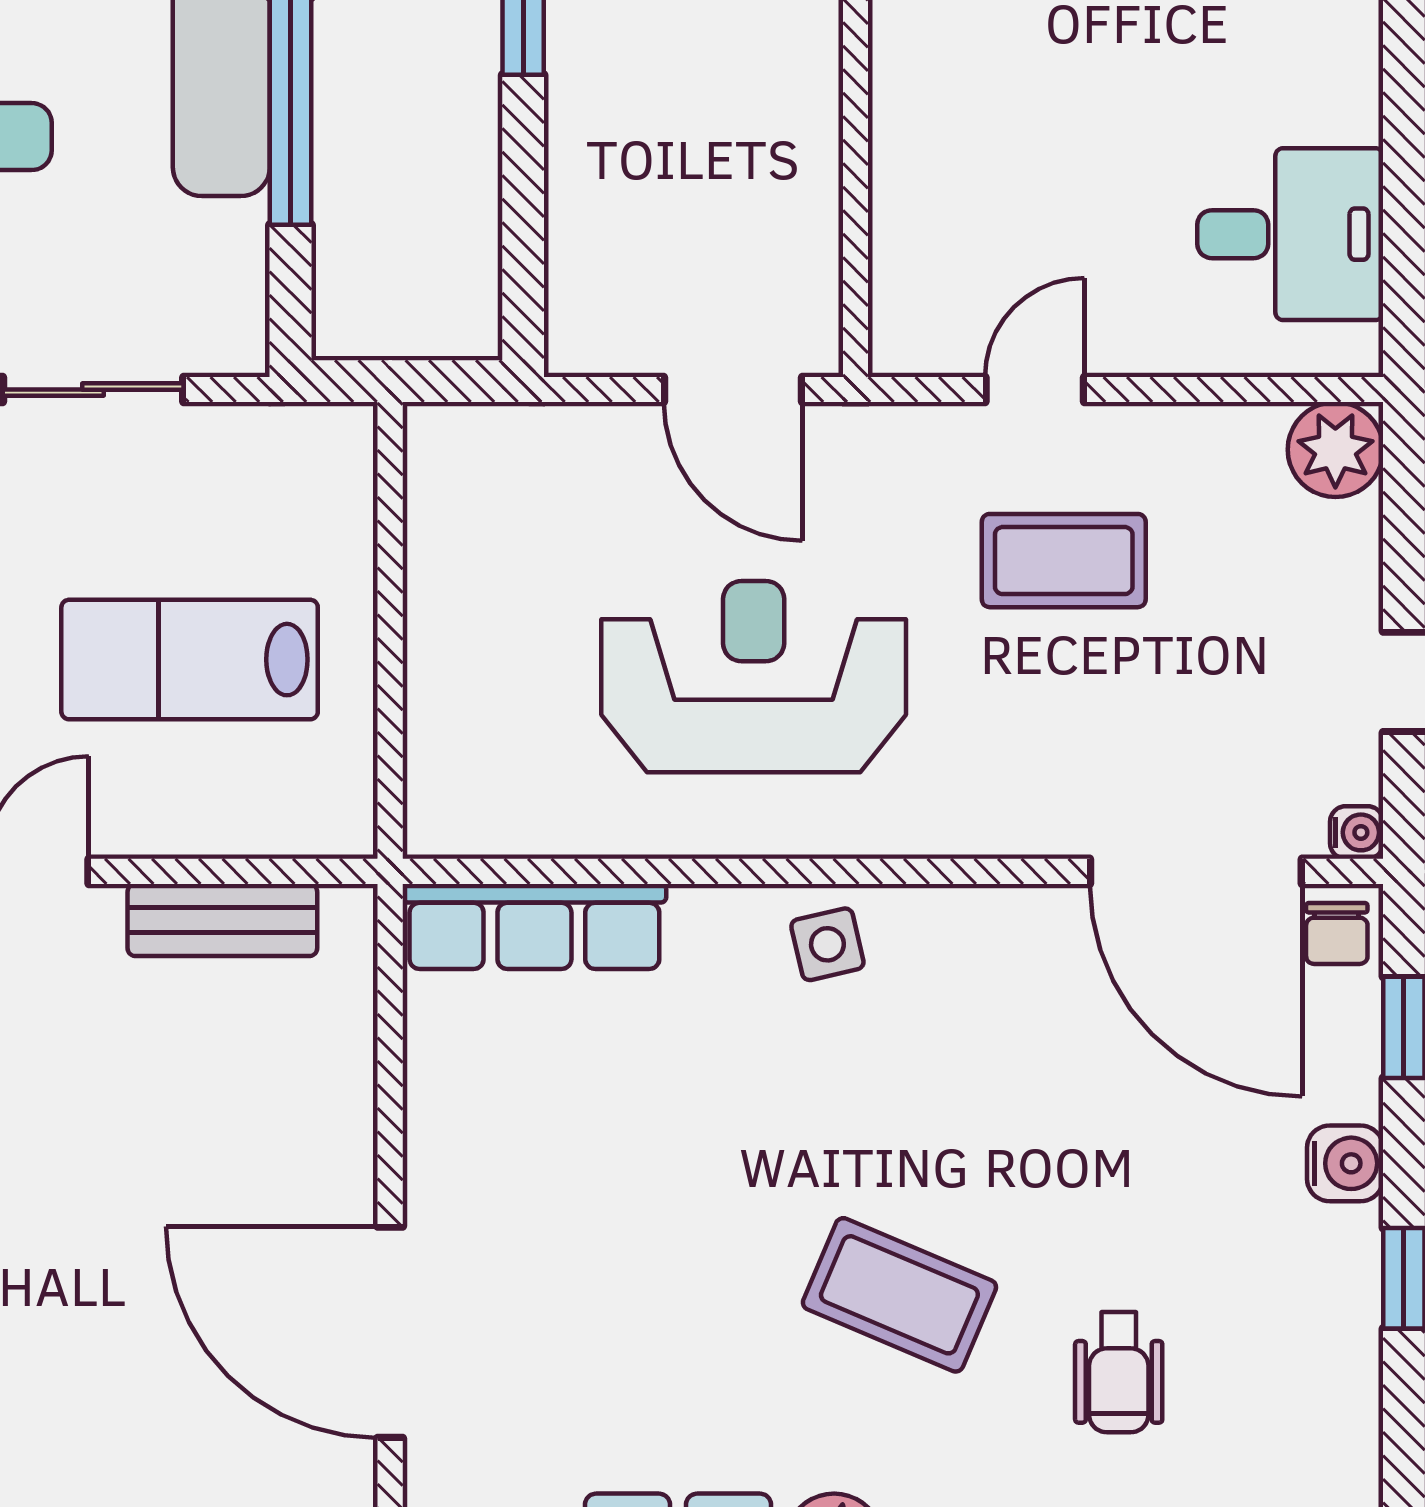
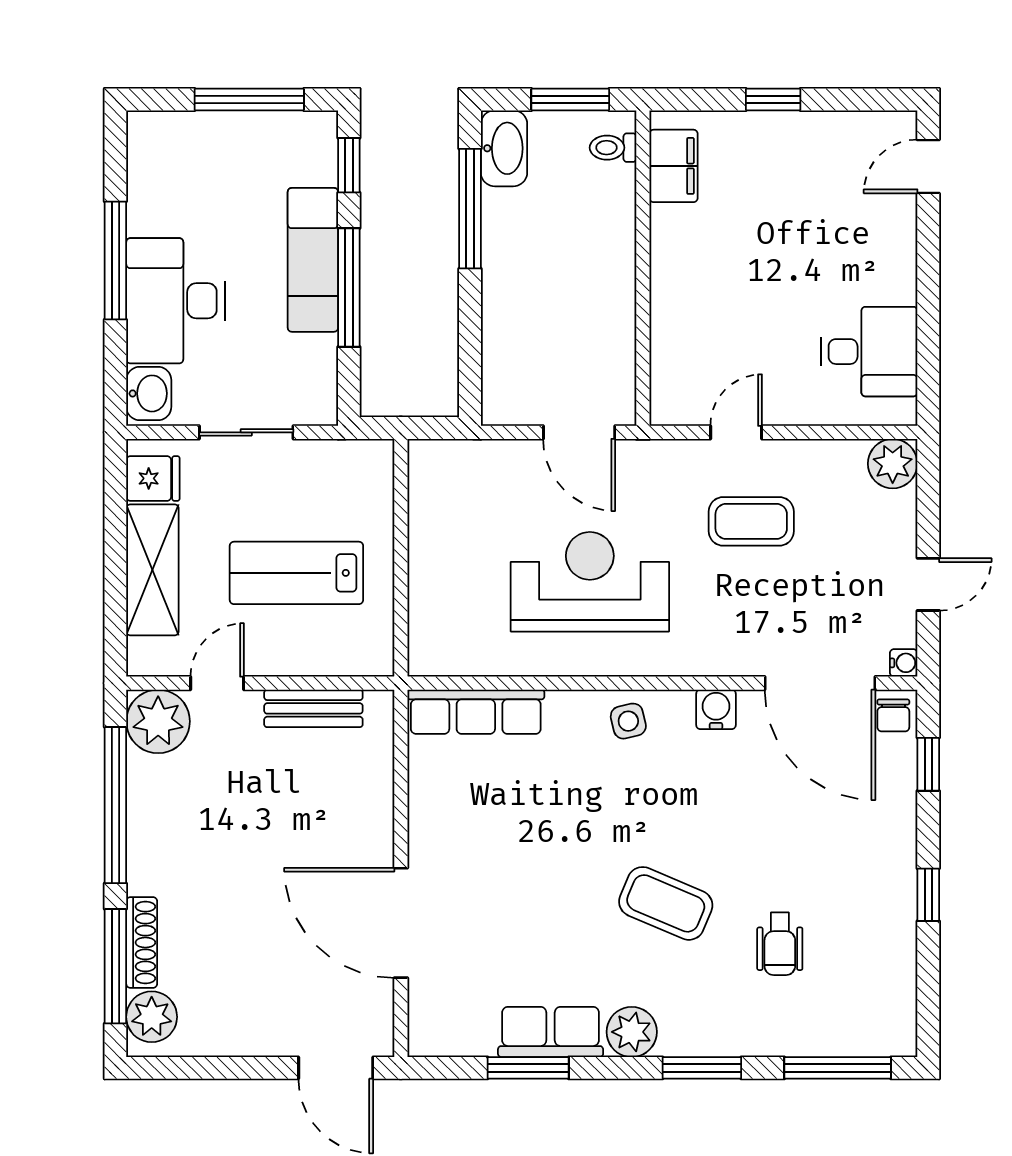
water cooler: (1345, 1163) -> (716, 709), moved, turned -90

